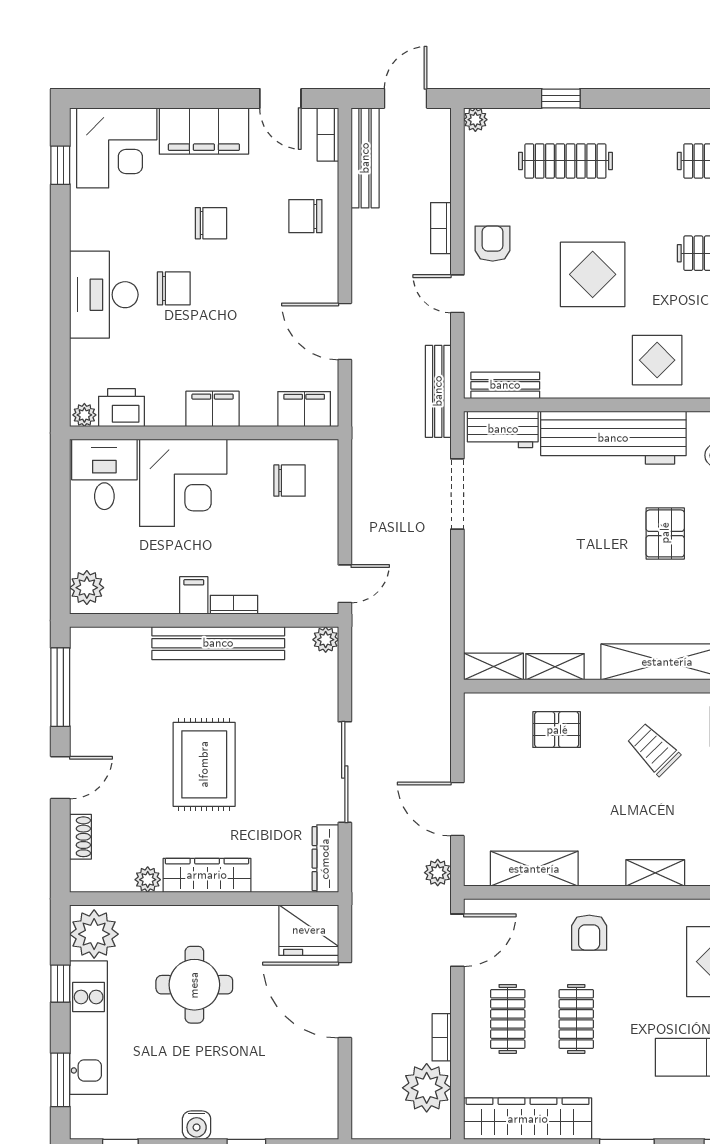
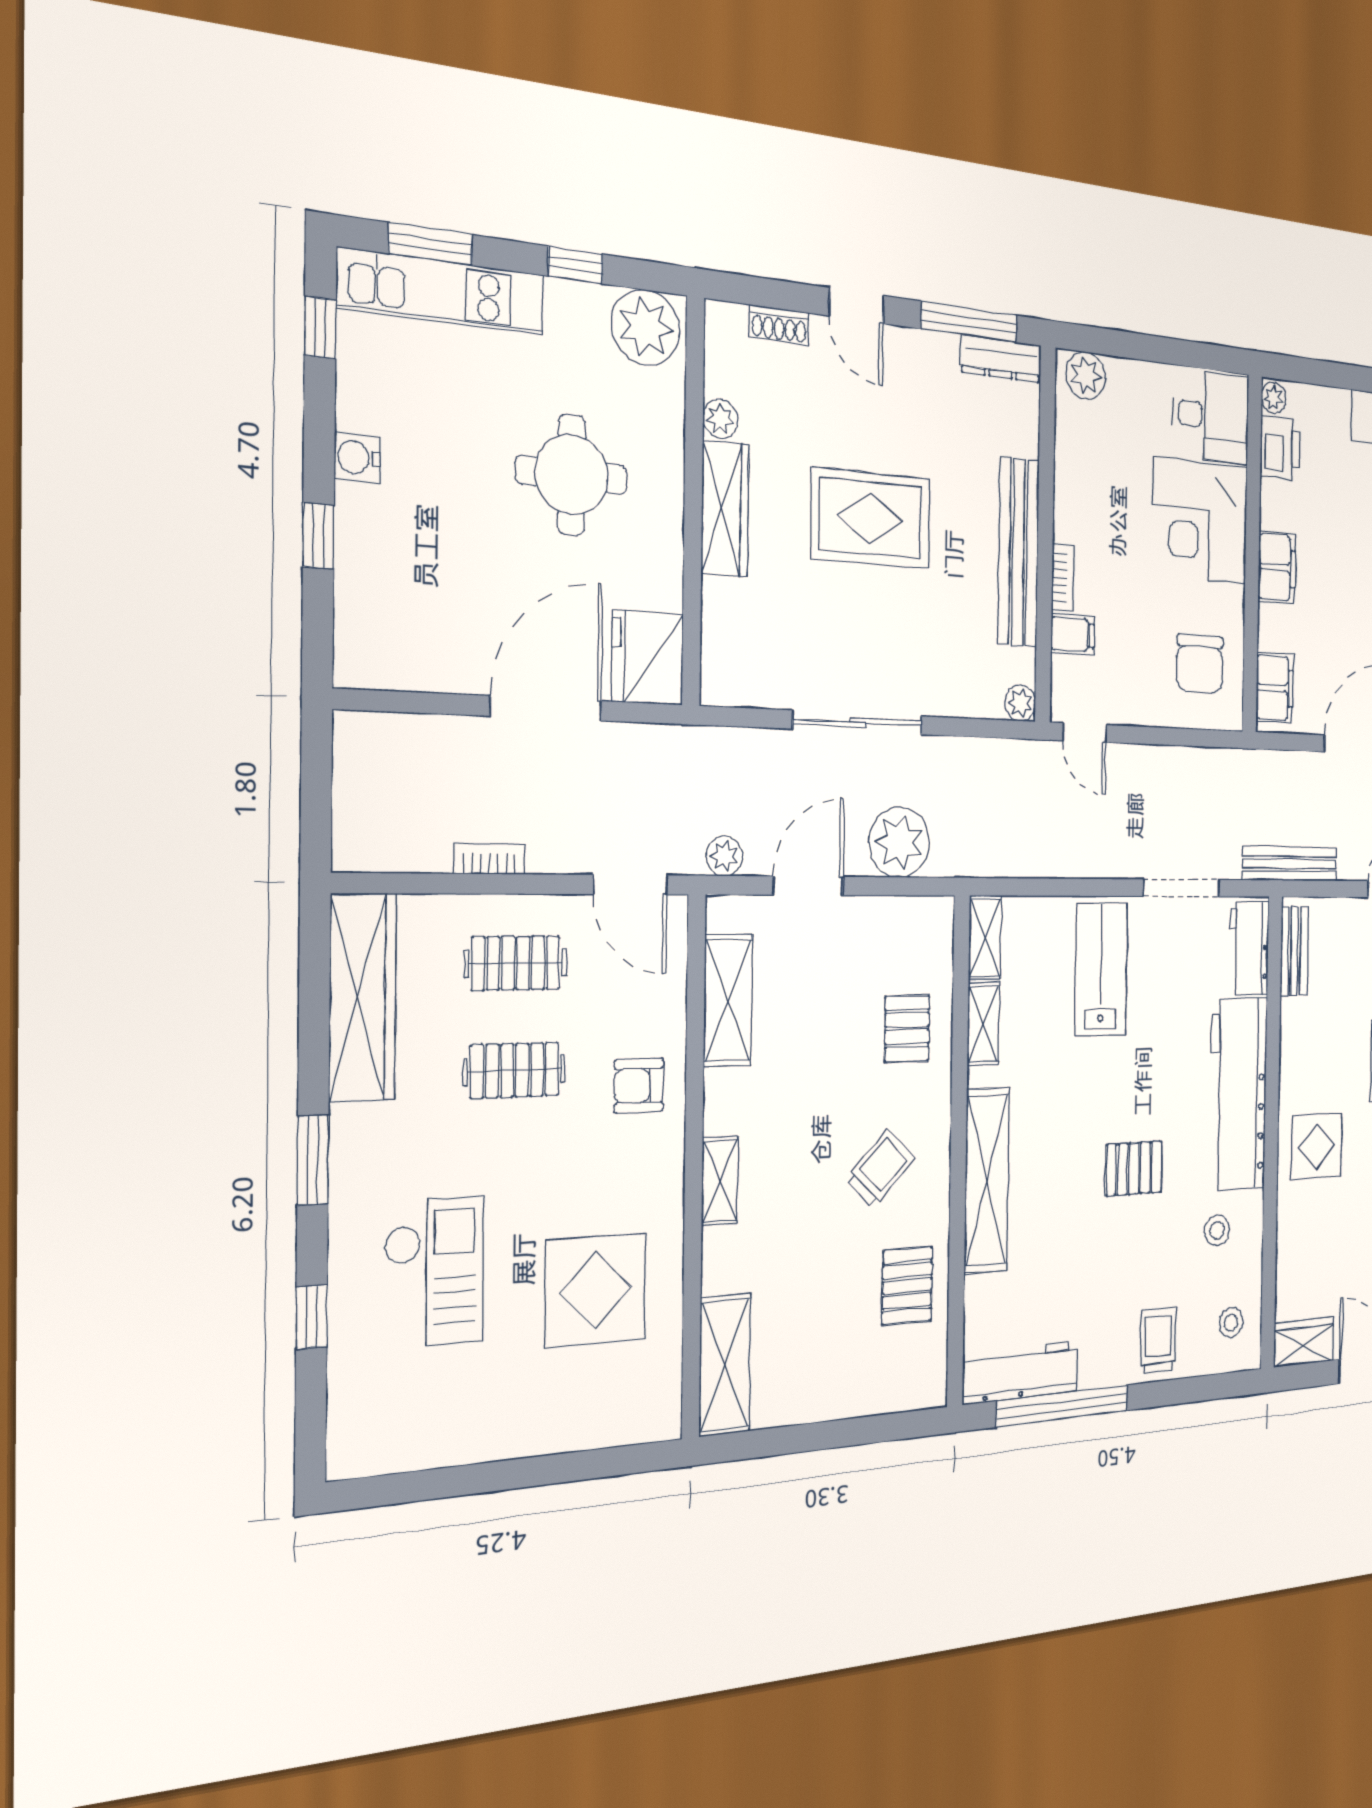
chair: (290, 481) -> (1200, 664), width x1.37, depth x1.37
lab bench: (517, 566) -> (1101, 969), added
filing cabinet: (194, 595) -> (1073, 634), moved
dresser: (325, 859) -> (1001, 359), moved, turned 180
kitchen unit: (89, 1028) -> (442, 291), moved
plant: (427, 1088) -> (899, 842), moved

